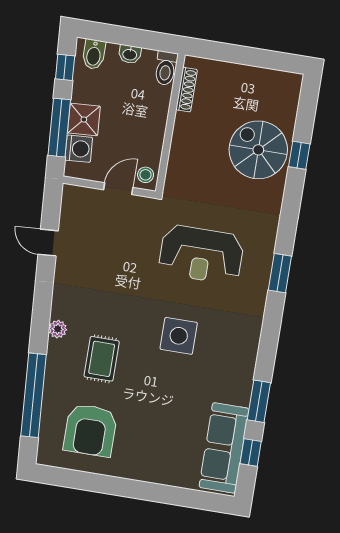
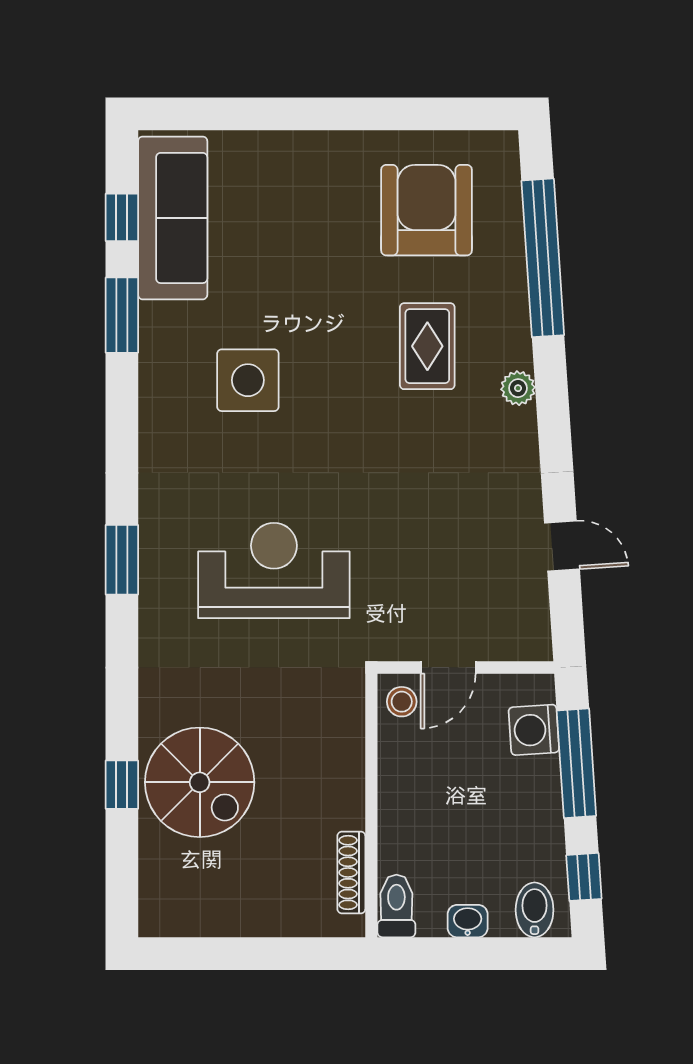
shower: (84, 120) -> (533, 786), removed
side table: (179, 336) -> (248, 380), moved

